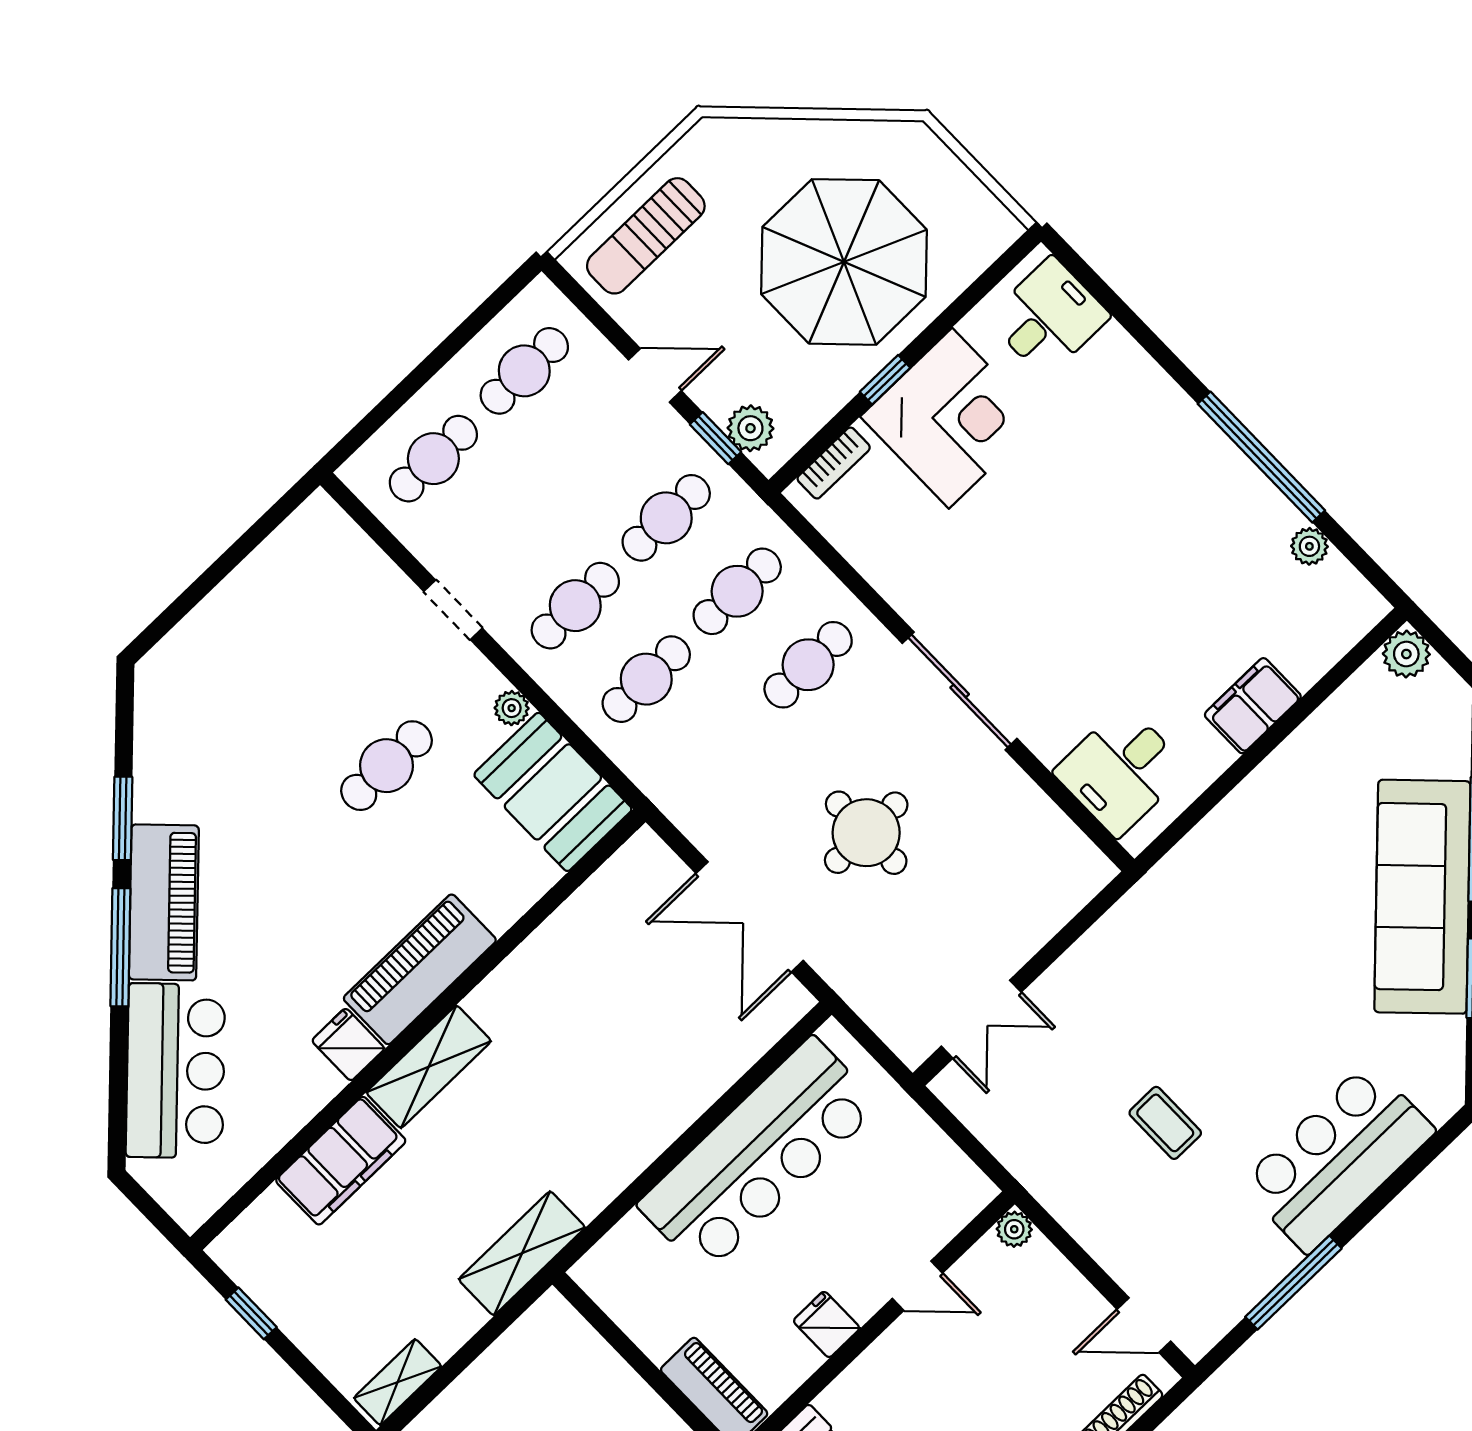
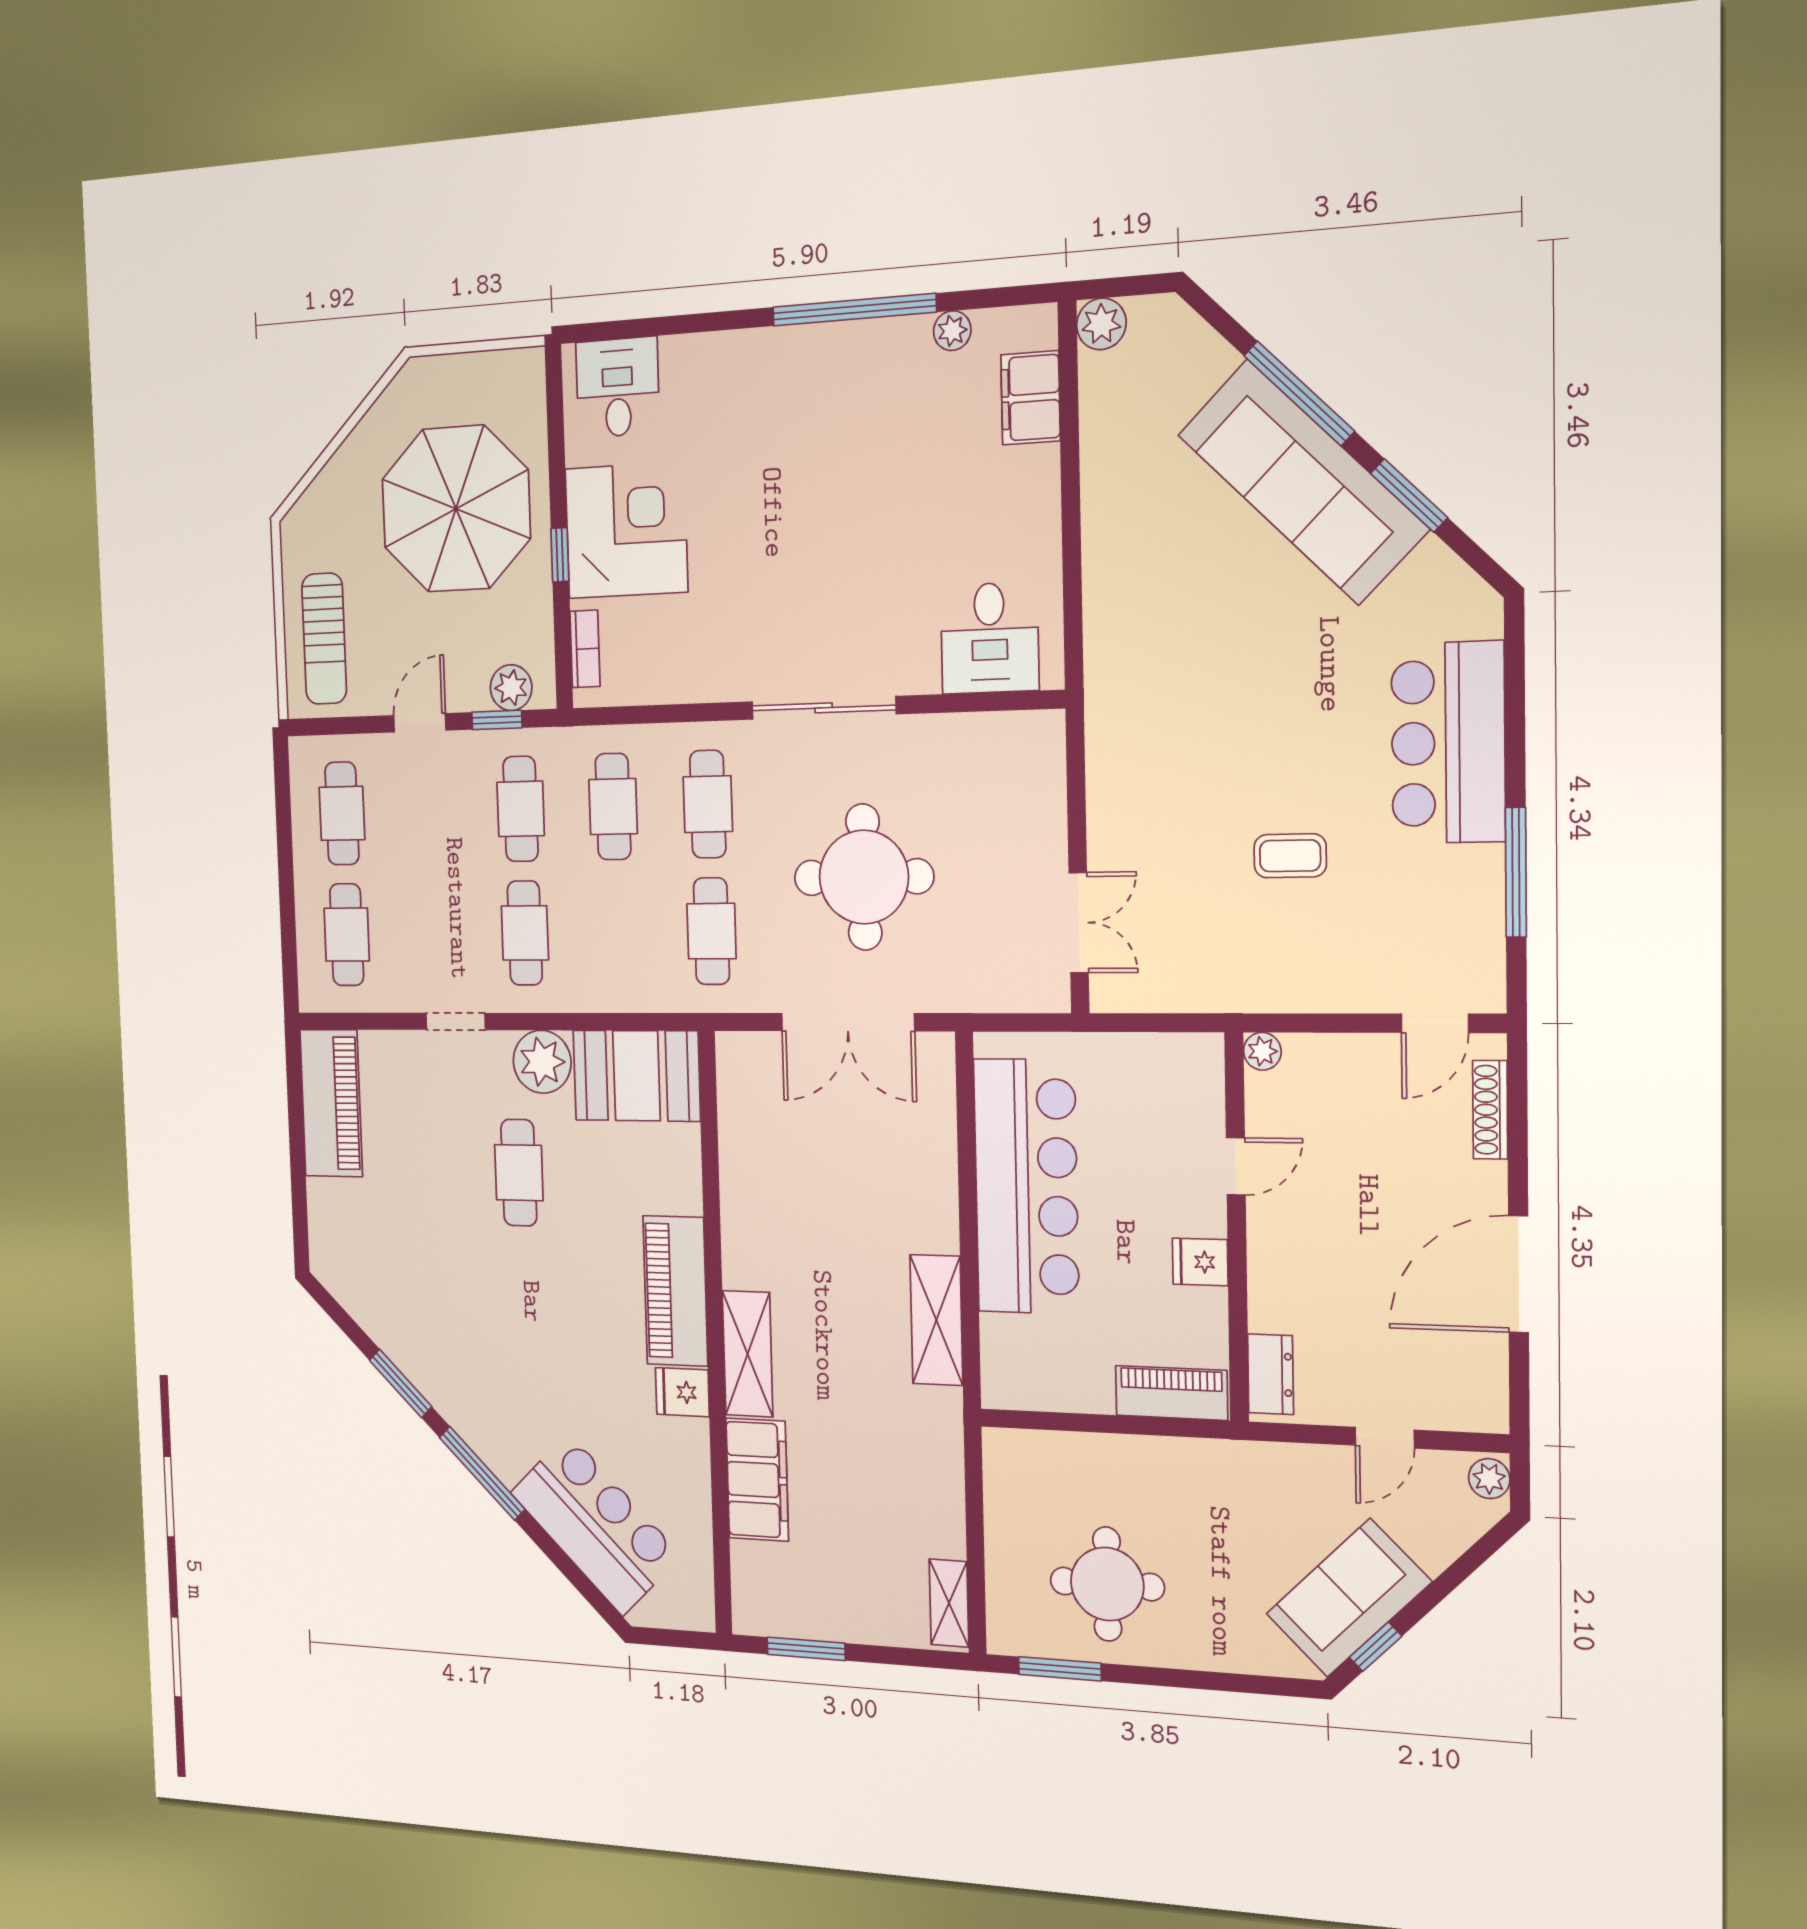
cafe table: (646, 679) -> (711, 931), moved
filing cabinet: (1253, 706) -> (1031, 398), moved
plant: (512, 708) -> (542, 1062), width x1.88, depth x1.88
round table: (866, 833) -> (864, 877), width x1.36, depth x1.36
piano: (164, 902) -> (331, 1103), moved, turned 45
shelving: (522, 1253) -> (936, 1320), moved
window: (251, 1313) -> (806, 1649), width x1.50

